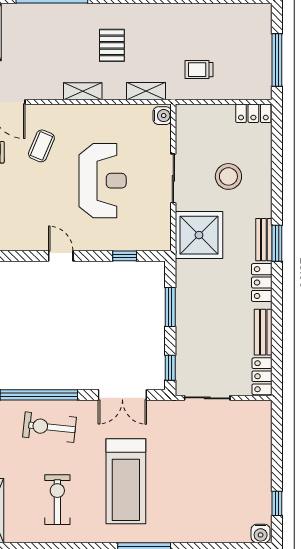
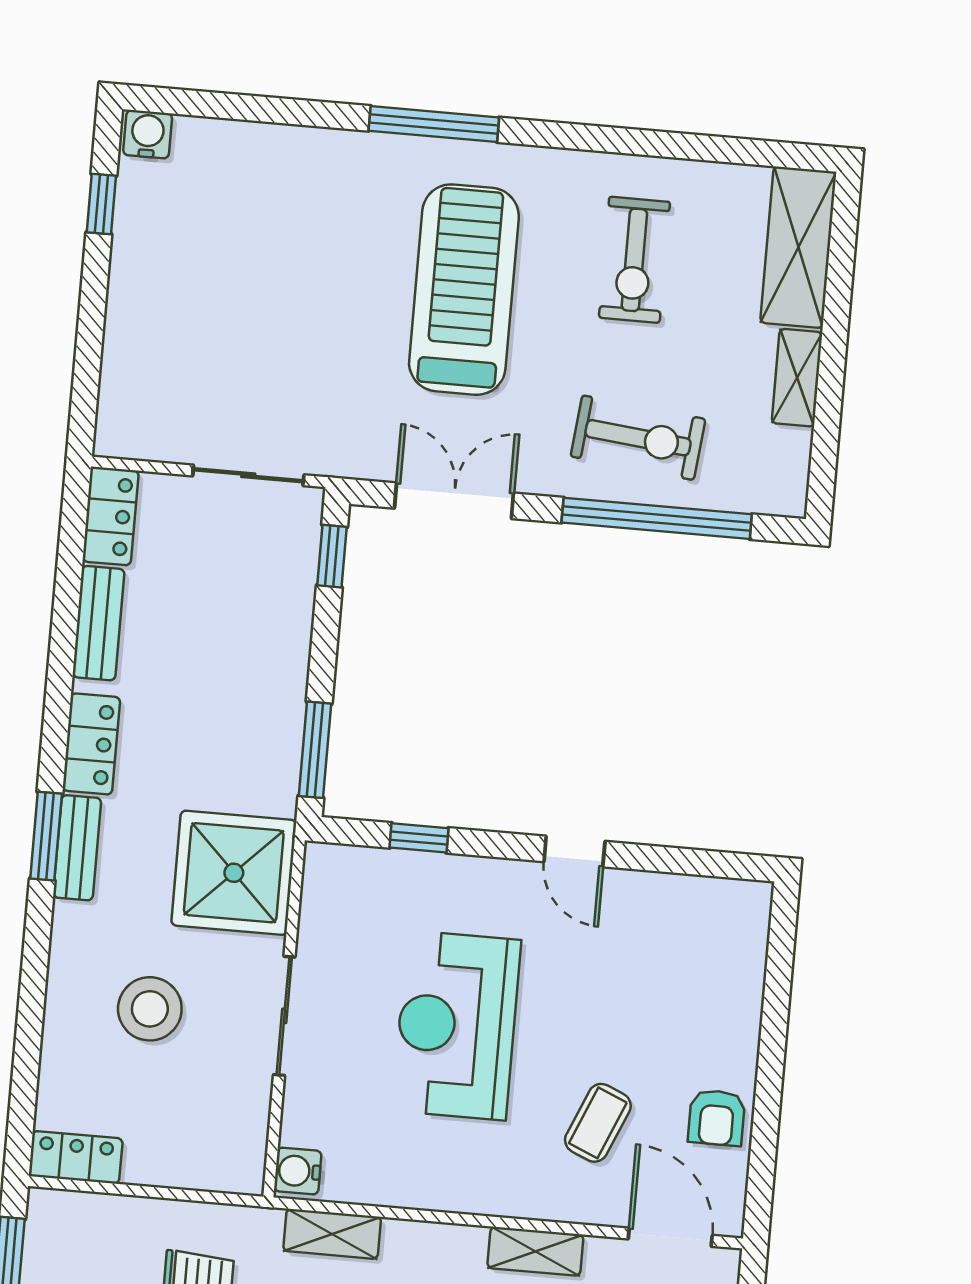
shelving: (83, 91) -> (535, 1251), moved
window: (170, 307) -> (315, 750), moved

